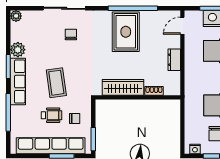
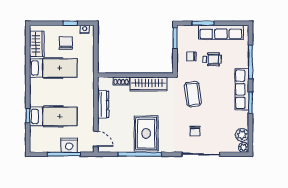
door: (182, 26) -> (96, 139), hinge flipped
plant: (18, 50) -> (242, 135), moved
dresser: (174, 60) -> (103, 104), width x1.44
coffee table: (56, 83) -> (193, 94), moved
wheelchair: (52, 115) -> (212, 59), turned 180
row of seats: (51, 146) -> (221, 32), width x0.73

